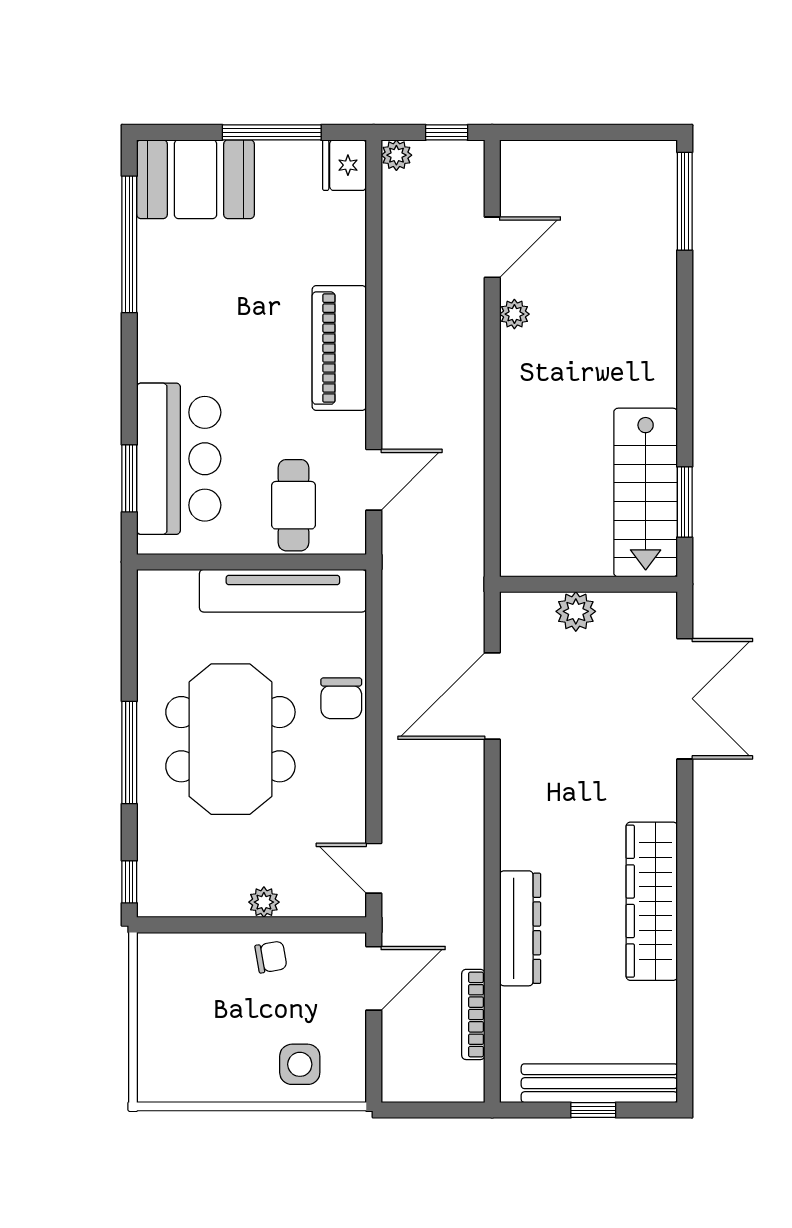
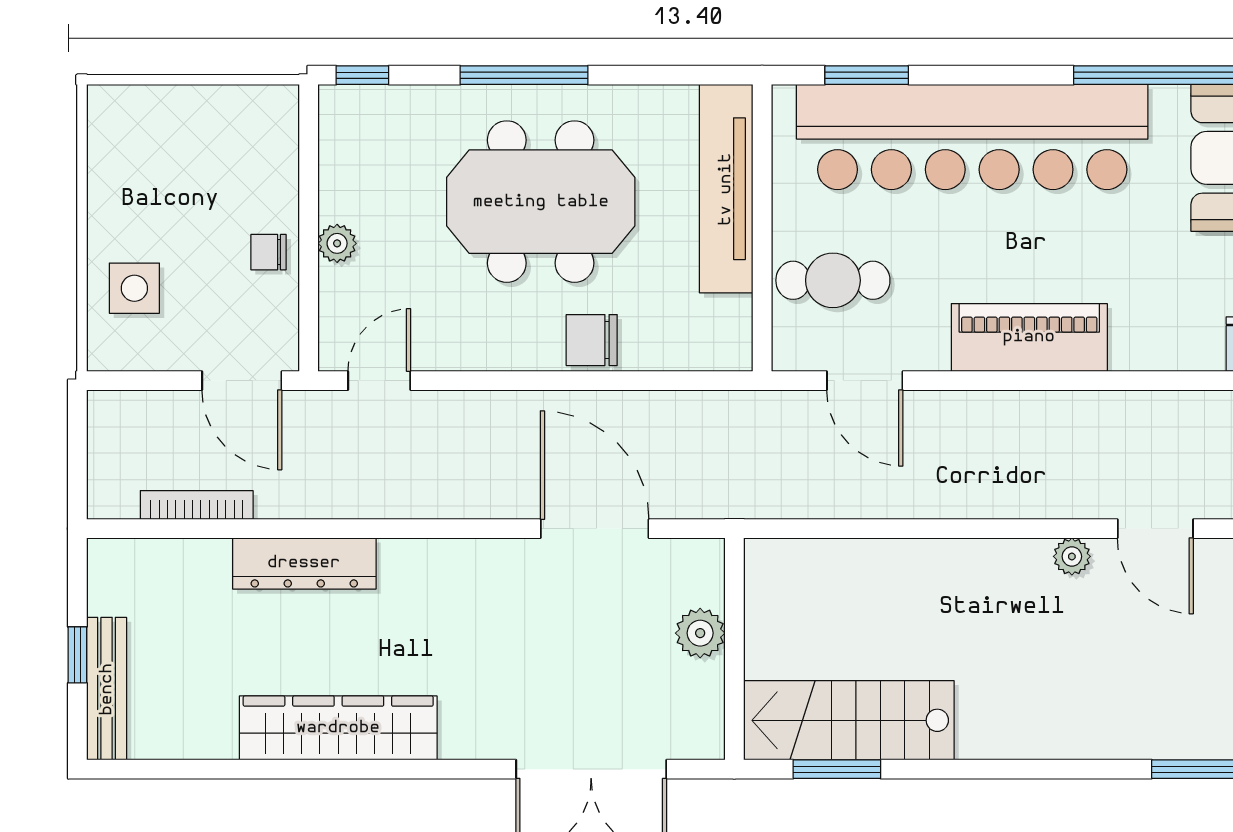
bar counter: (179, 459) -> (972, 137), width x1.86
tv unit: (283, 591) -> (726, 189), moved
chair: (271, 957) -> (268, 252), turned 100
bench: (599, 1083) -> (107, 689), width x0.73, depth x0.82

